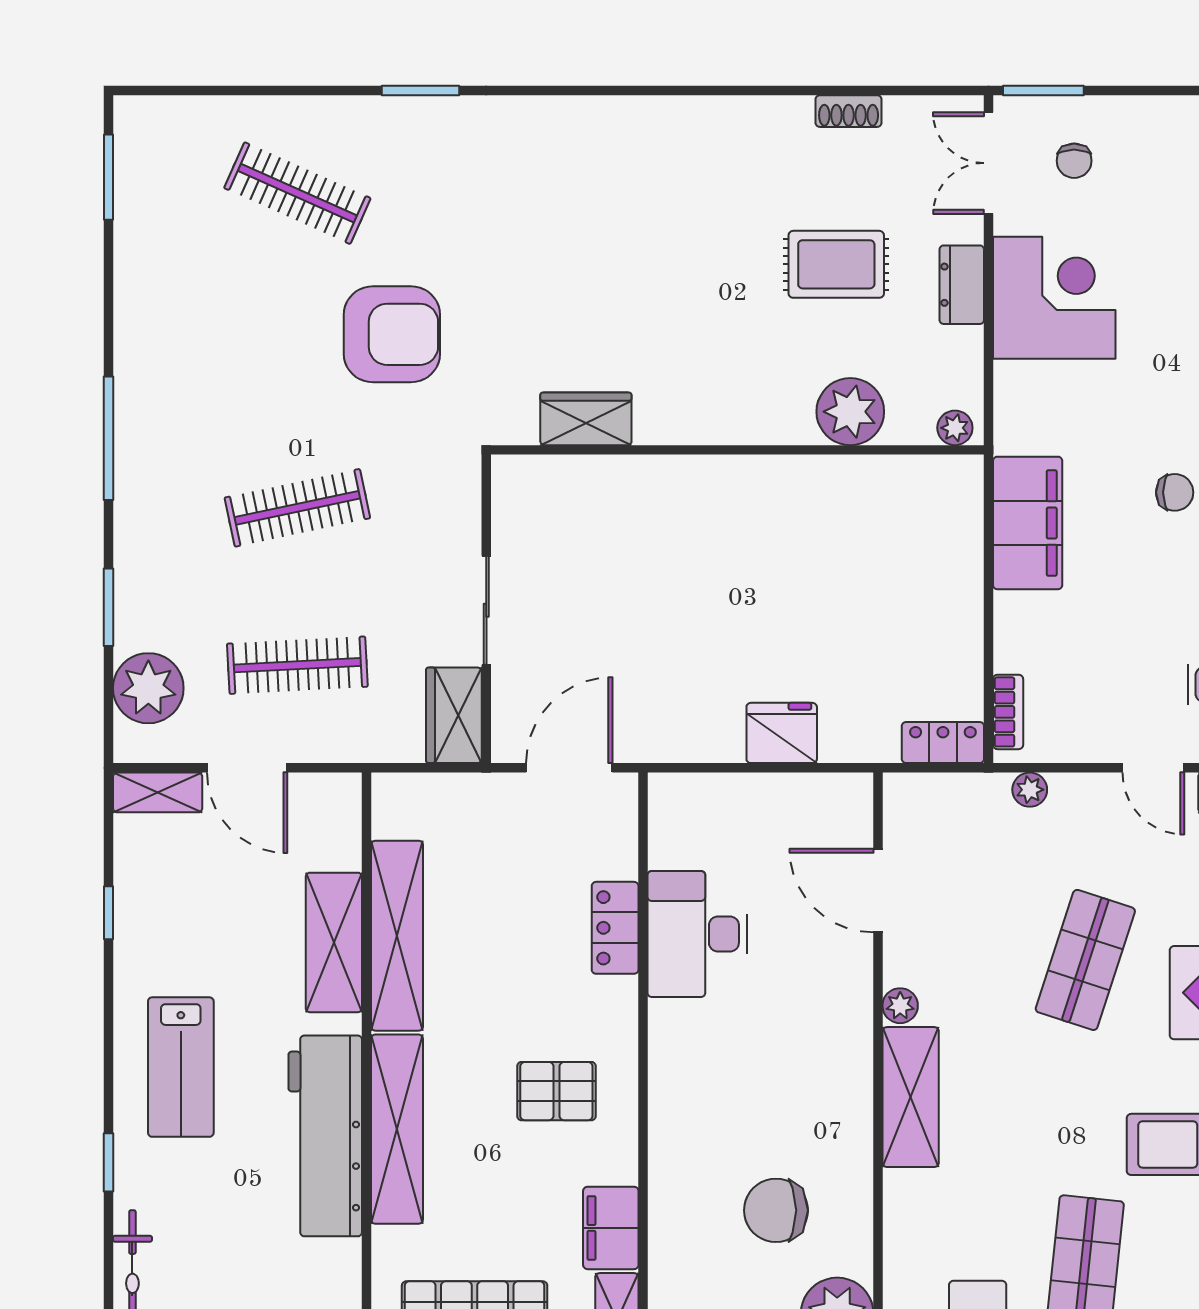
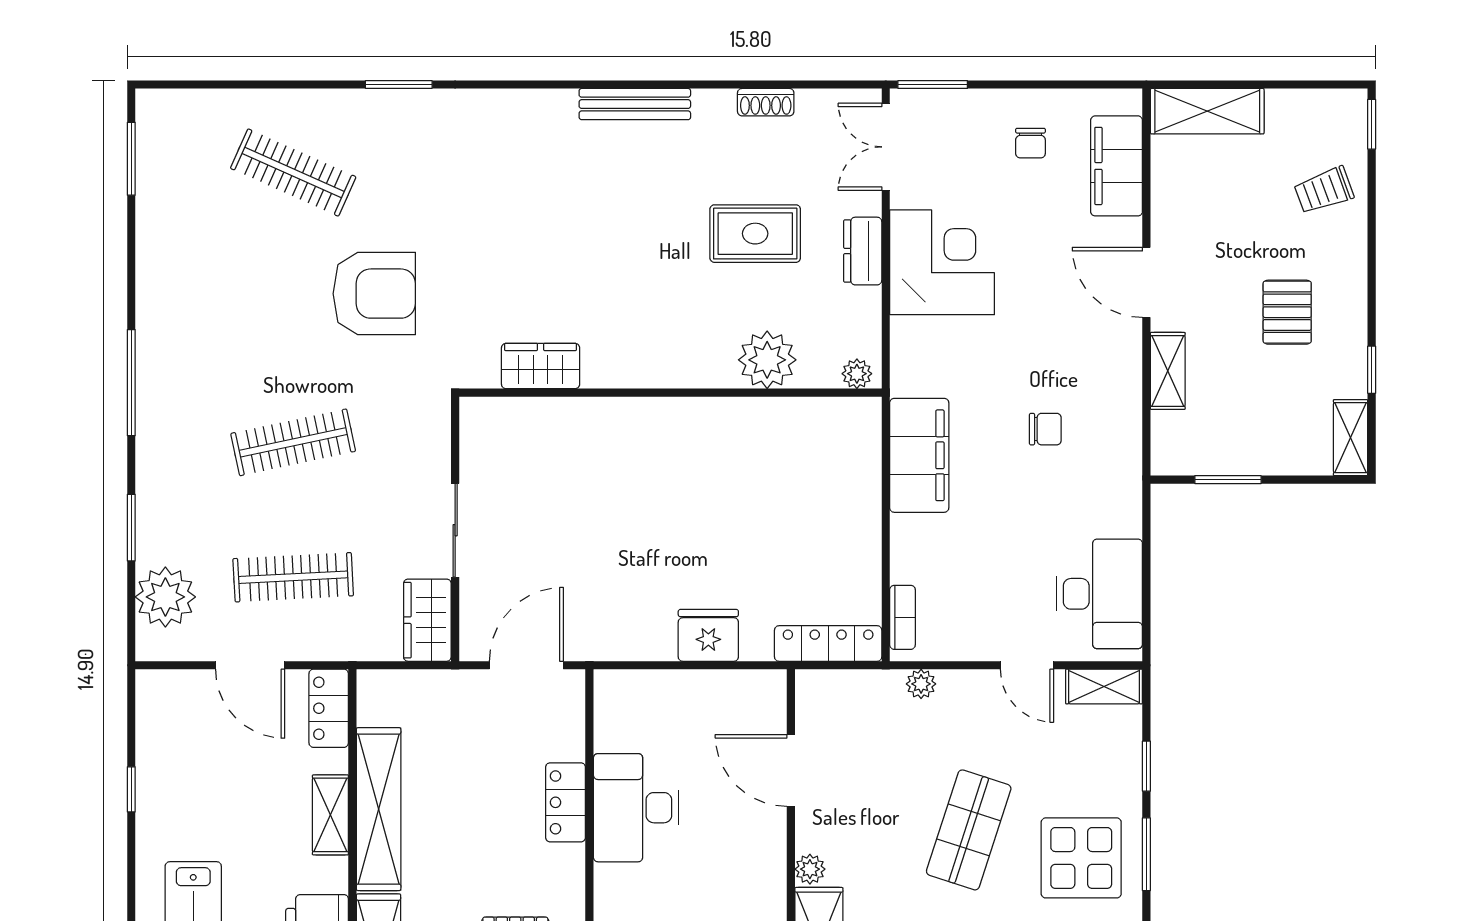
bench: (696, 113) -> (635, 104), added
chair: (1074, 161) -> (1030, 143), moved
locker: (943, 743) -> (828, 644), width x1.53
shelving: (158, 792) -> (173, 686), removed
locker: (339, 818) -> (329, 708), added
shelving: (334, 942) -> (330, 815), width x0.67, depth x0.75

